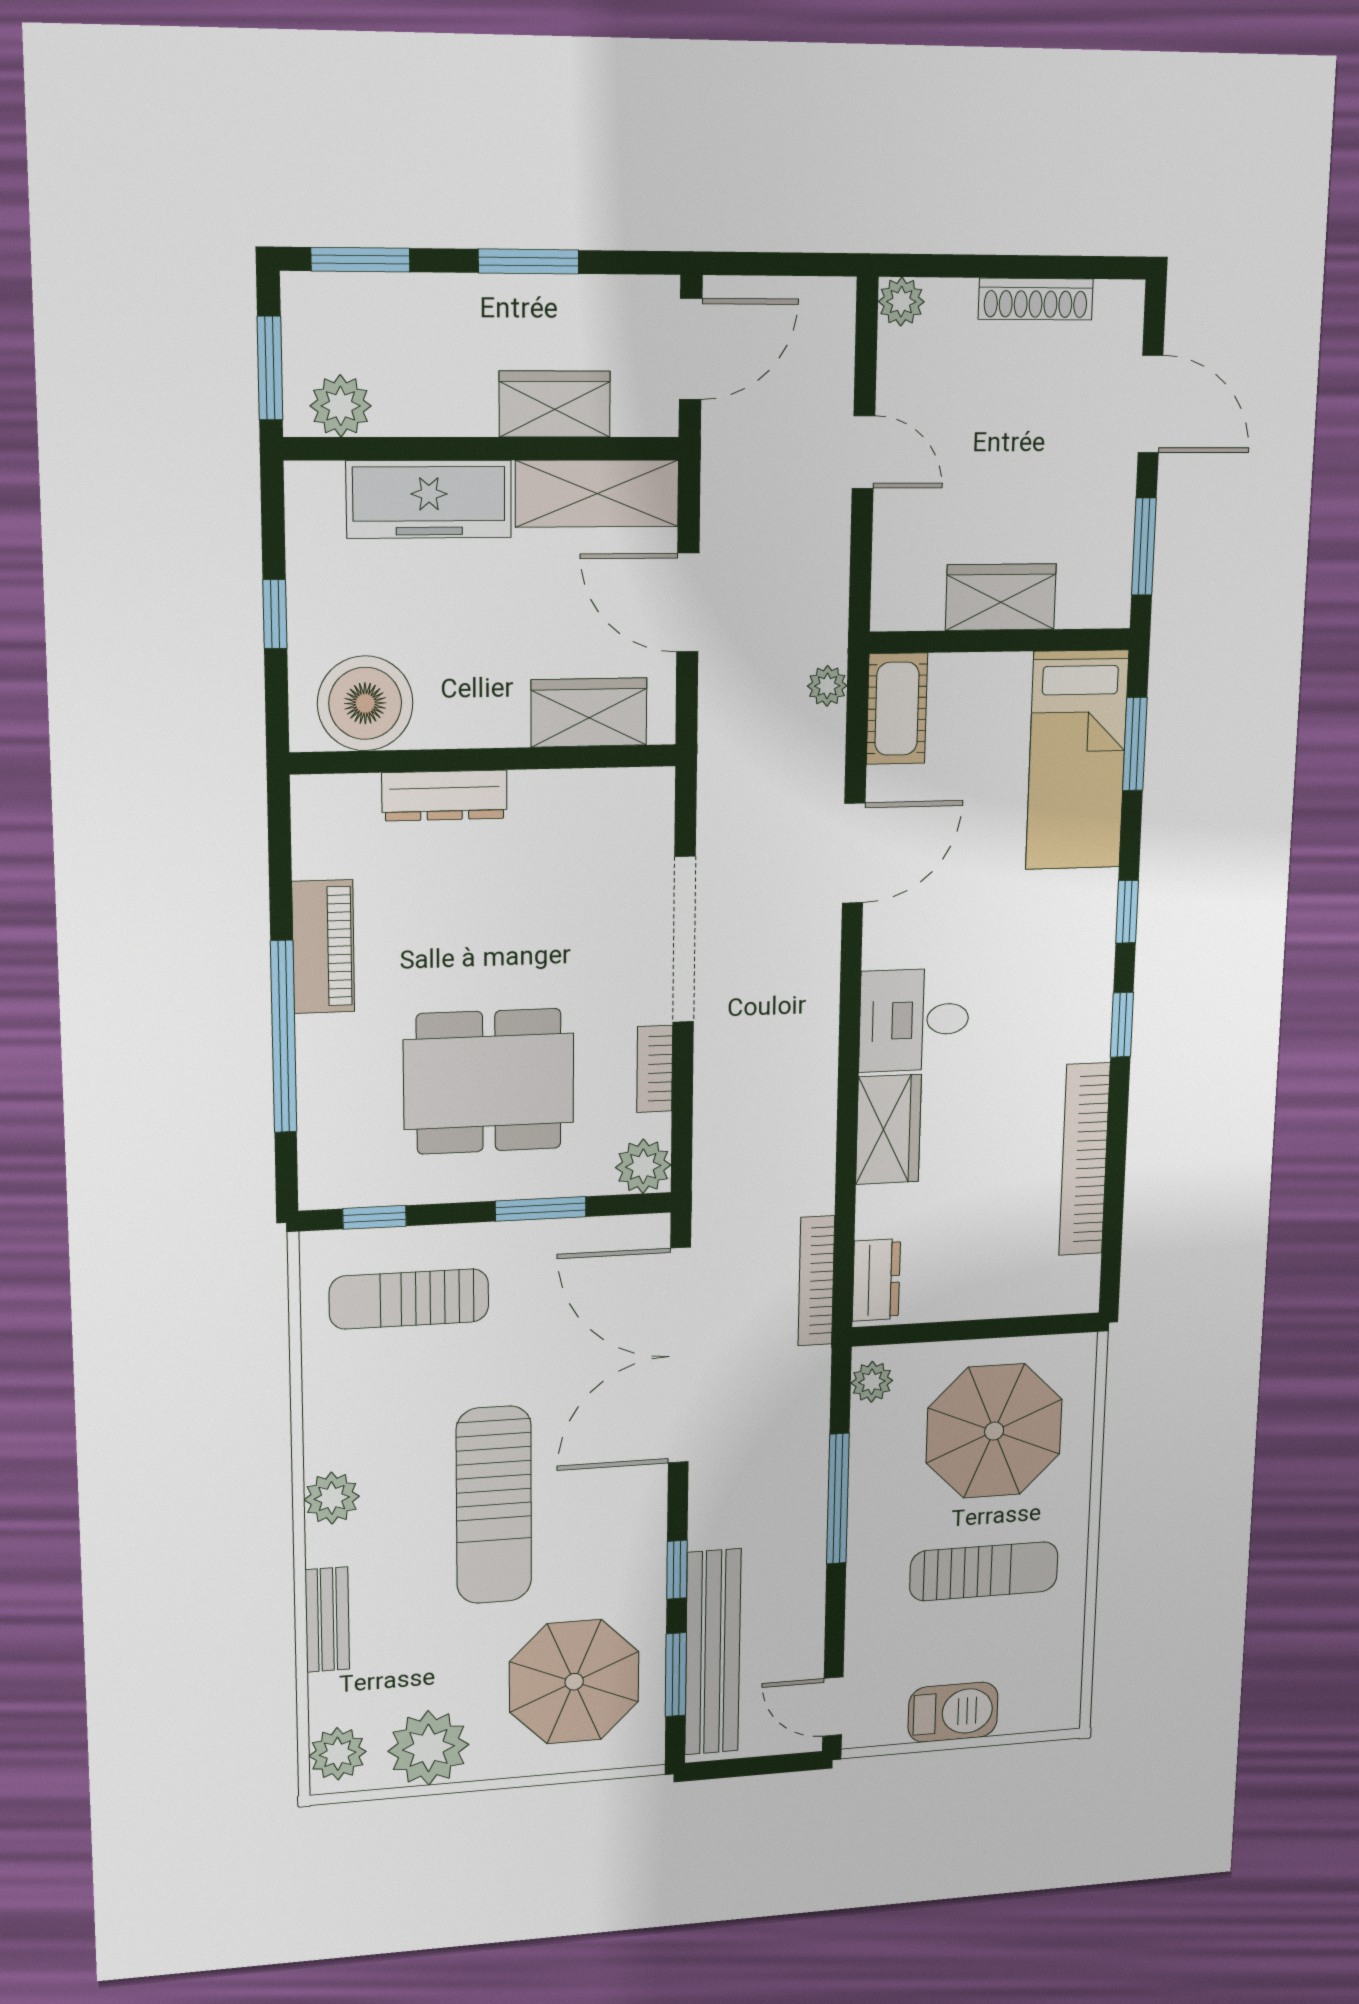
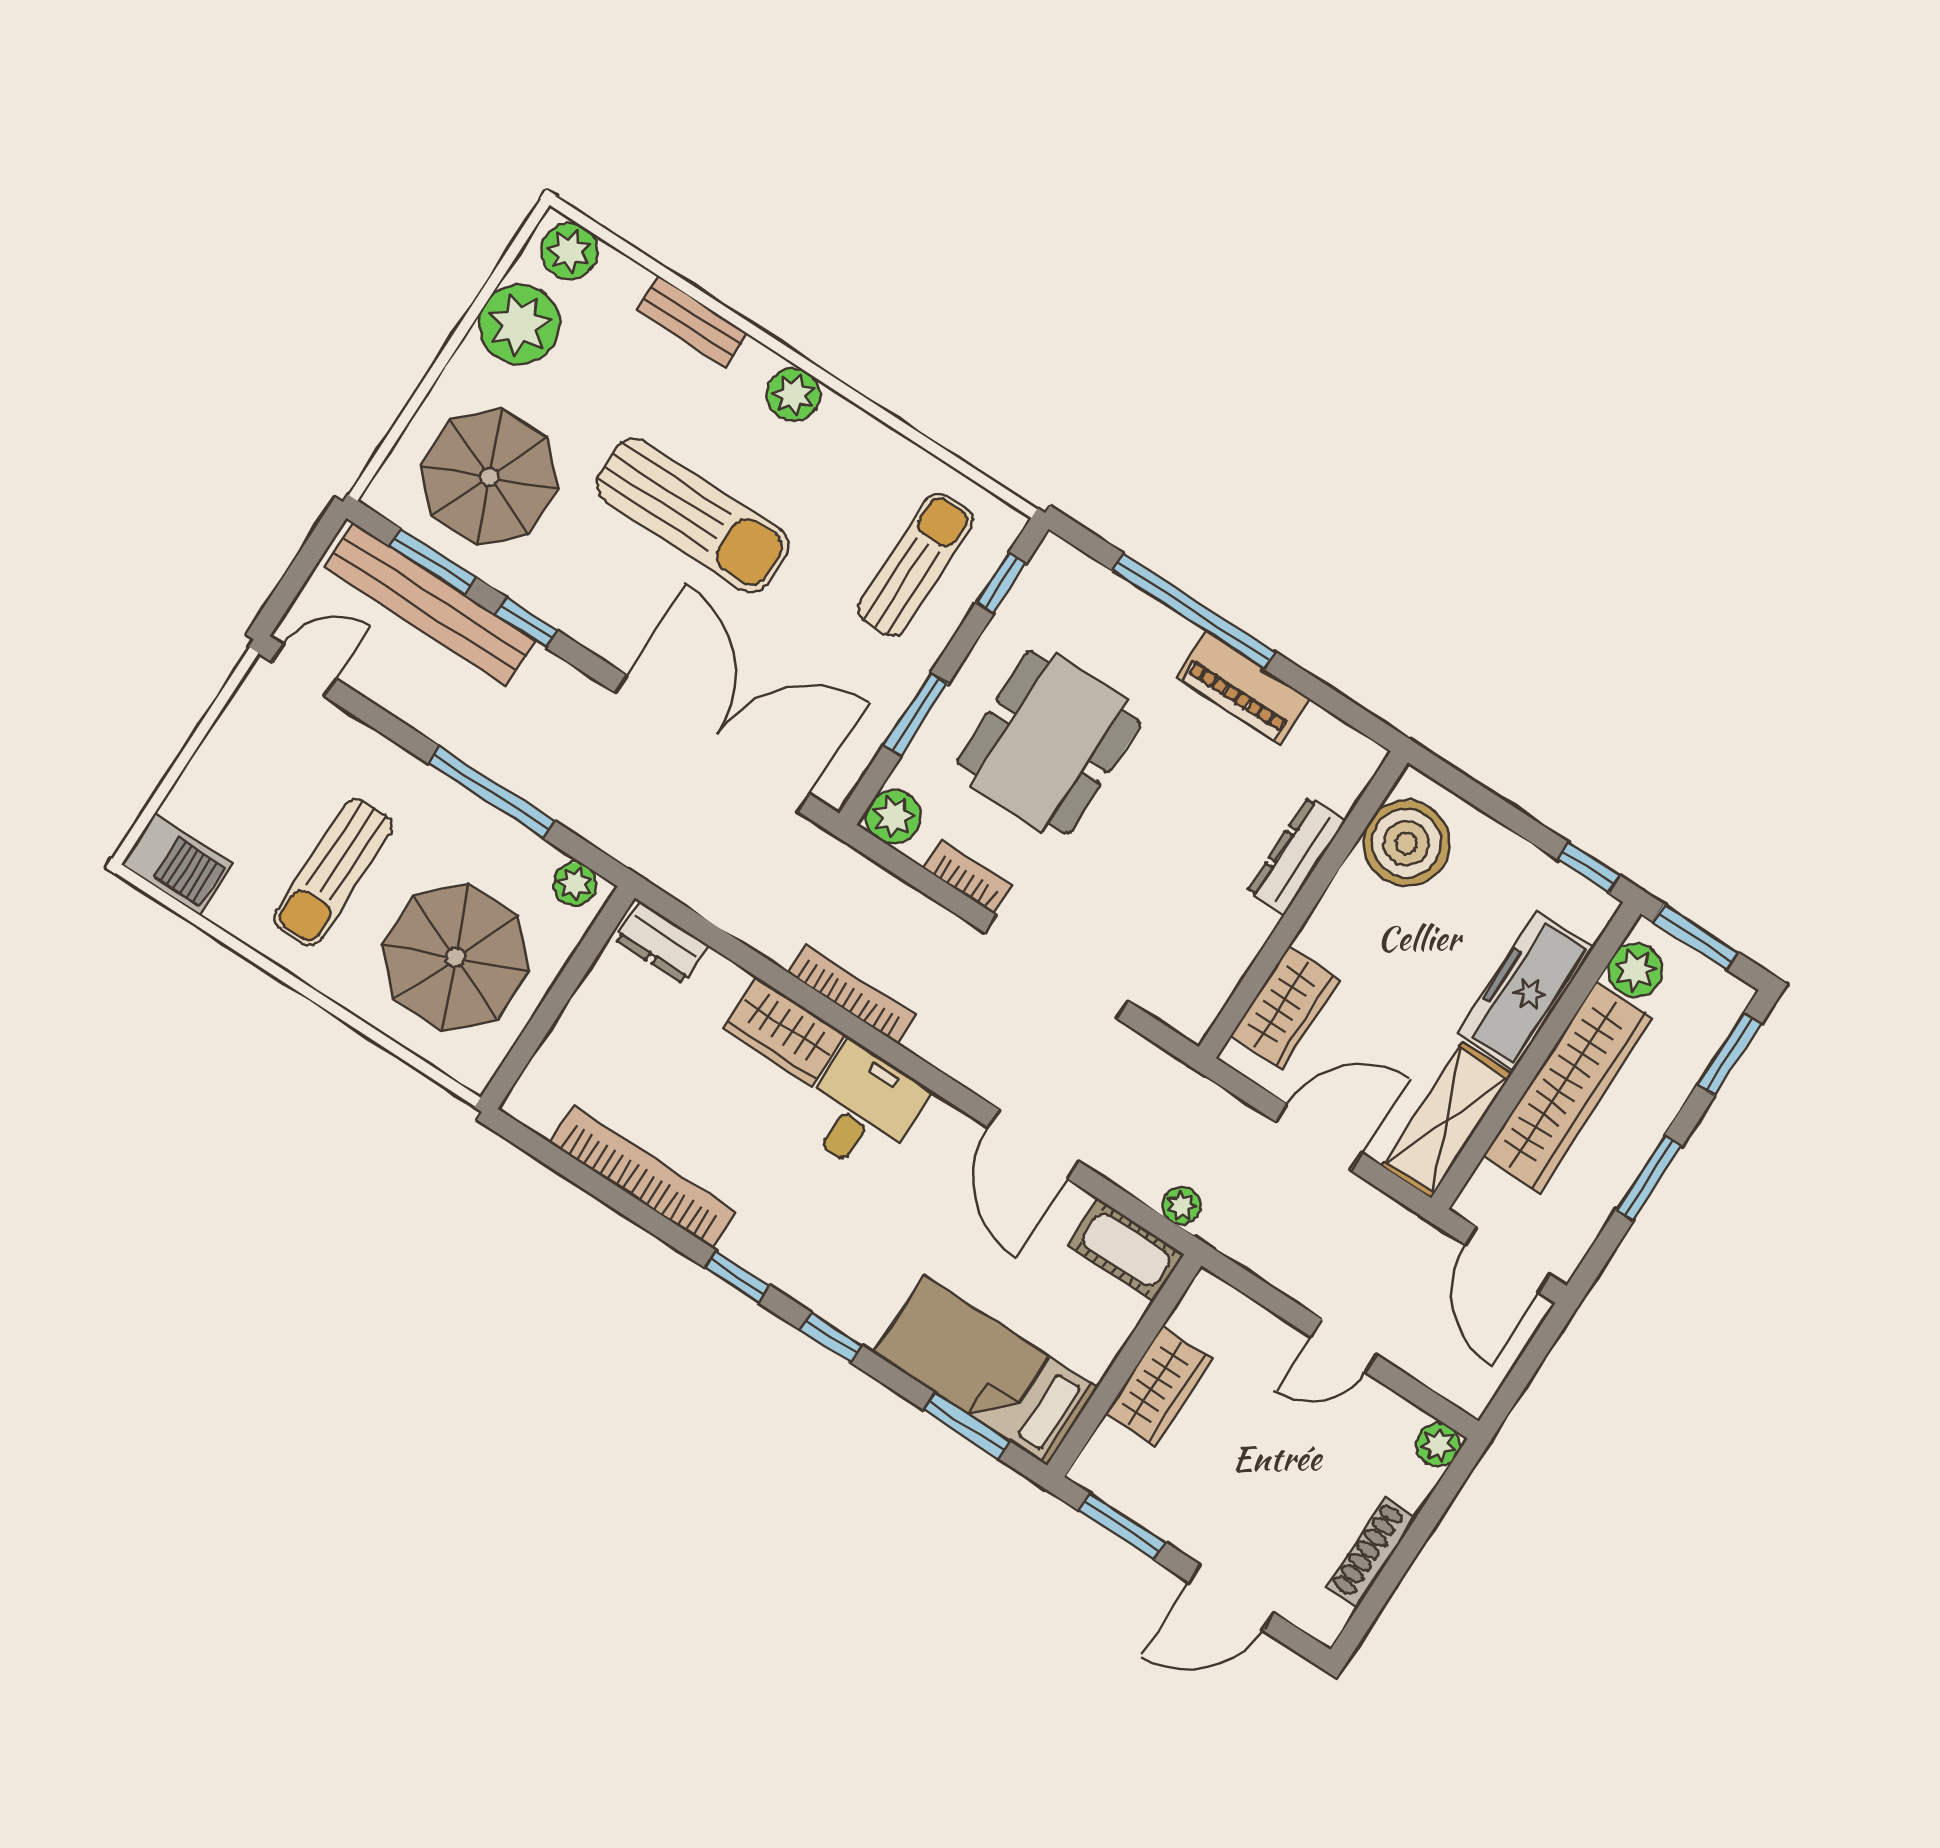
wardrobe: (555, 404) -> (1568, 1087), width x2.10, depth x1.17
window: (275, 614) -> (1589, 867), moved
bookcase: (816, 1281) -> (851, 994), moved
sun lounger: (494, 1505) -> (693, 515), turned 180
barbecue: (953, 1712) -> (177, 864), moved, turned -90

